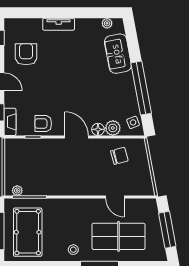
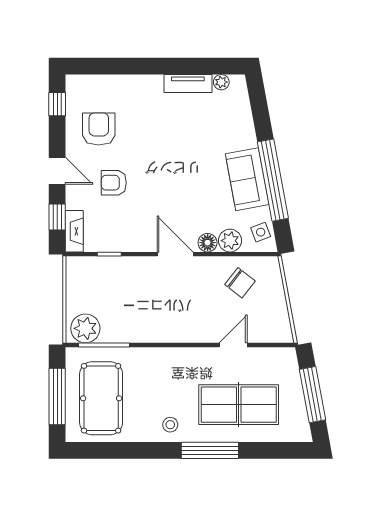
tv unit: (59, 24) -> (188, 84), moved
sofa: (118, 54) -> (247, 179), moved
armchair: (43, 124) -> (114, 183), moved
chair: (119, 156) -> (240, 283), turned 53
plant: (17, 190) -> (85, 328), width x1.87, depth x1.87
door: (115, 197) -> (233, 345), swing flipped

